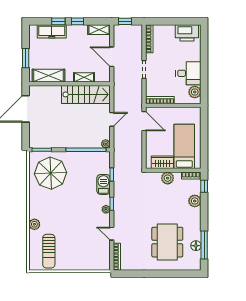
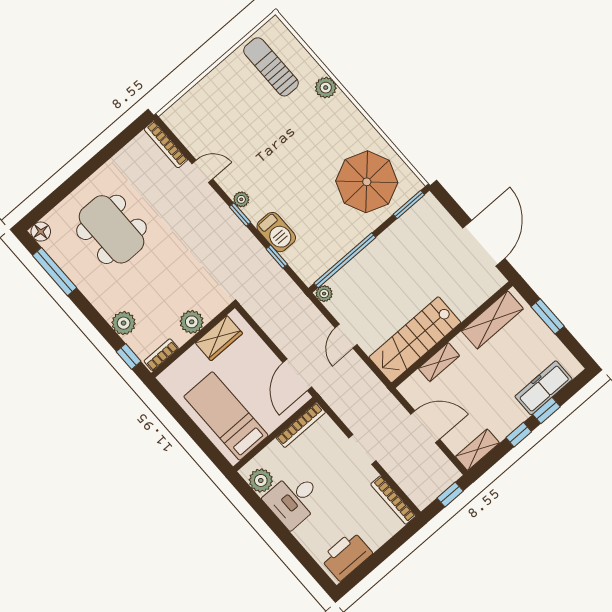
door: (144, 121) -> (297, 375), hinge flipped
bed: (184, 146) -> (226, 416), moved, turned 180
floor lamp: (196, 246) -> (41, 232), moved

